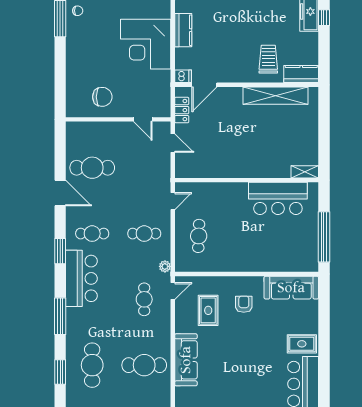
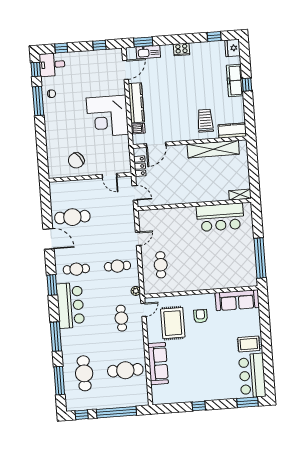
kitchen counter: (183, 30) -> (136, 103), width x1.50
dishwasher: (183, 76) -> (138, 129), moved
chair: (102, 97) -> (76, 160), turned 145
shelving: (305, 172) -> (240, 195), moved
wall: (247, 180) -> (194, 205), moved
bar counter: (278, 198) -> (220, 217), moved
rug: (208, 310) -> (173, 323), width x1.36, depth x1.43
window: (60, 372) -> (59, 381), width x1.44

